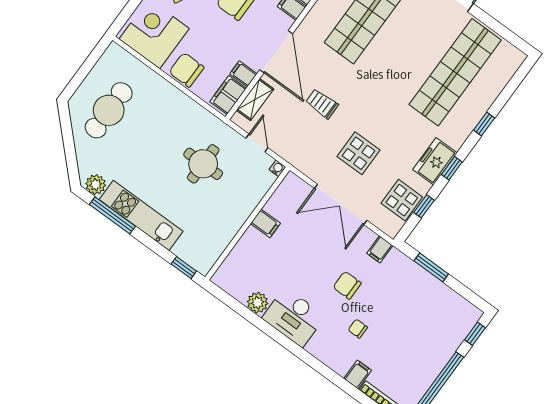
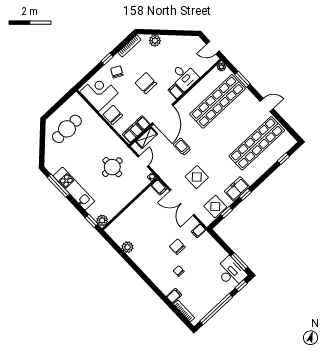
window: (484, 124) -> (283, 159), moved
plant: (96, 185) -> (102, 220), moved
filing cabinet: (265, 223) -> (159, 187), moved
window: (431, 267) -> (239, 262), moved
desk: (294, 317) -> (231, 273), moved, turned 180

